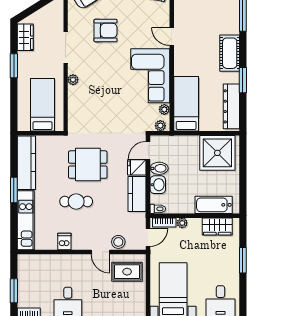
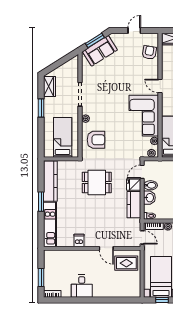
armchair: (105, 31) -> (96, 140), moved
cafe table: (76, 201) -> (88, 210), removed
door: (148, 237) -> (142, 237), hinge flipped
stool: (118, 242) -> (120, 241), removed

